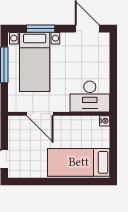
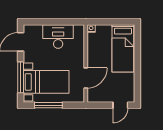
window: (41, 29) -> (21, 77), width x1.44
desk: (90, 96) -> (58, 37), moved, turned -90

